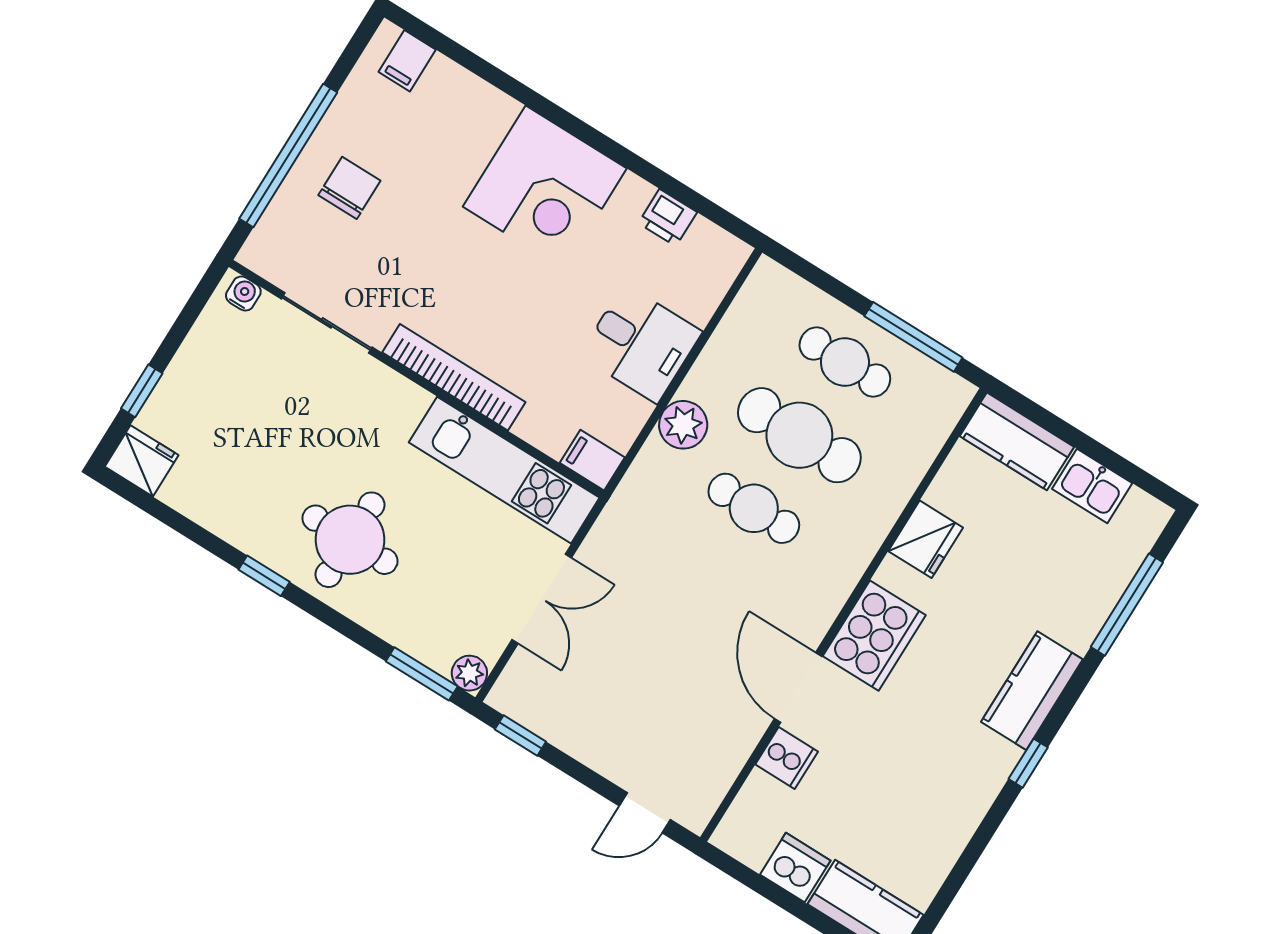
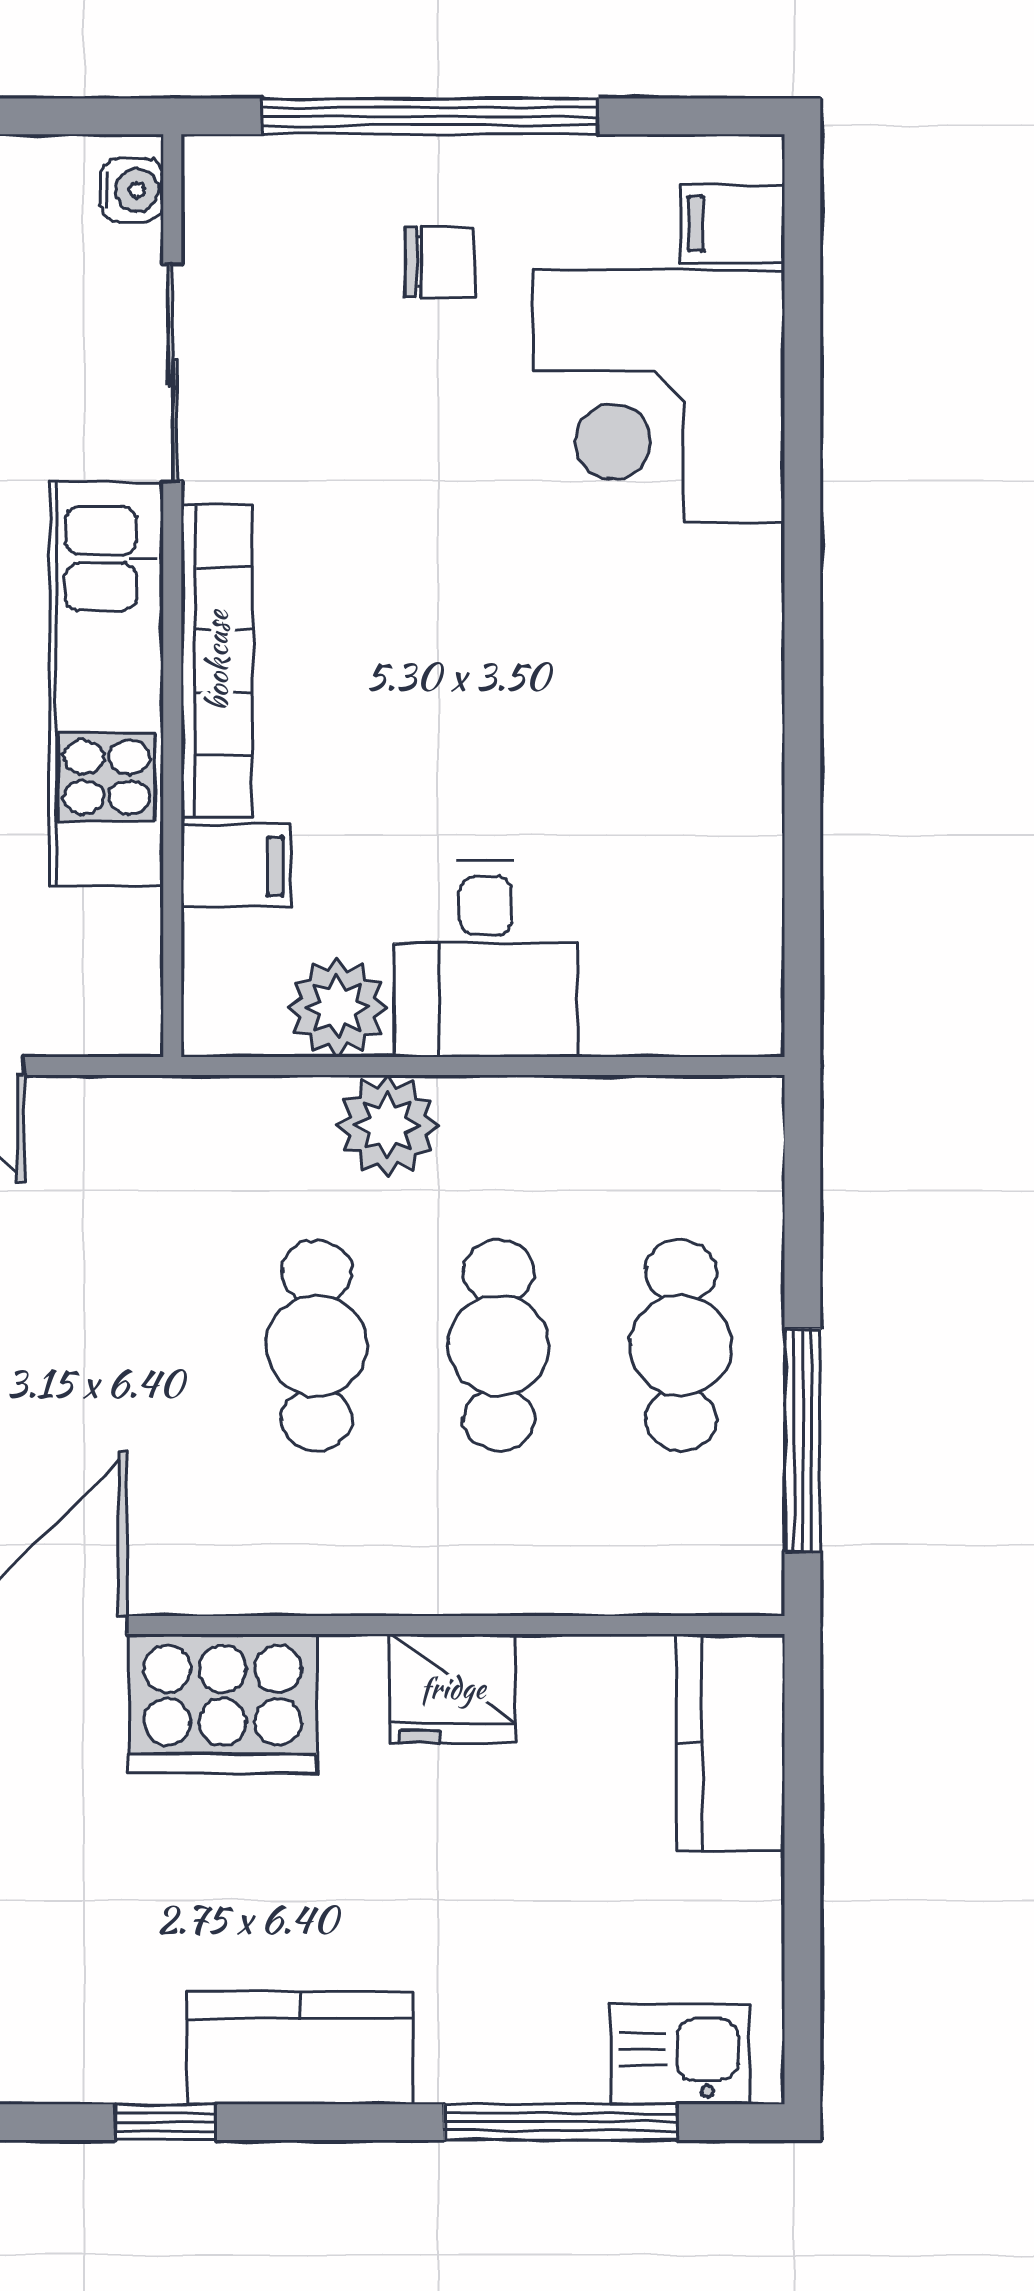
chair: (349, 188) -> (440, 262), width x0.73, depth x0.73
corner desk: (545, 188) -> (659, 396), moved
printer: (668, 218) -> (742, 866), removed
plant: (623, 415) -> (338, 1007), added
cafe table: (799, 435) -> (499, 1346), width x0.73, depth x0.74
filing cabinet: (592, 460) -> (236, 866), moved, turned 90
kitchen unit: (504, 470) -> (106, 684), moved
kitchen sink: (1092, 486) -> (680, 2054), moved, turned 90

